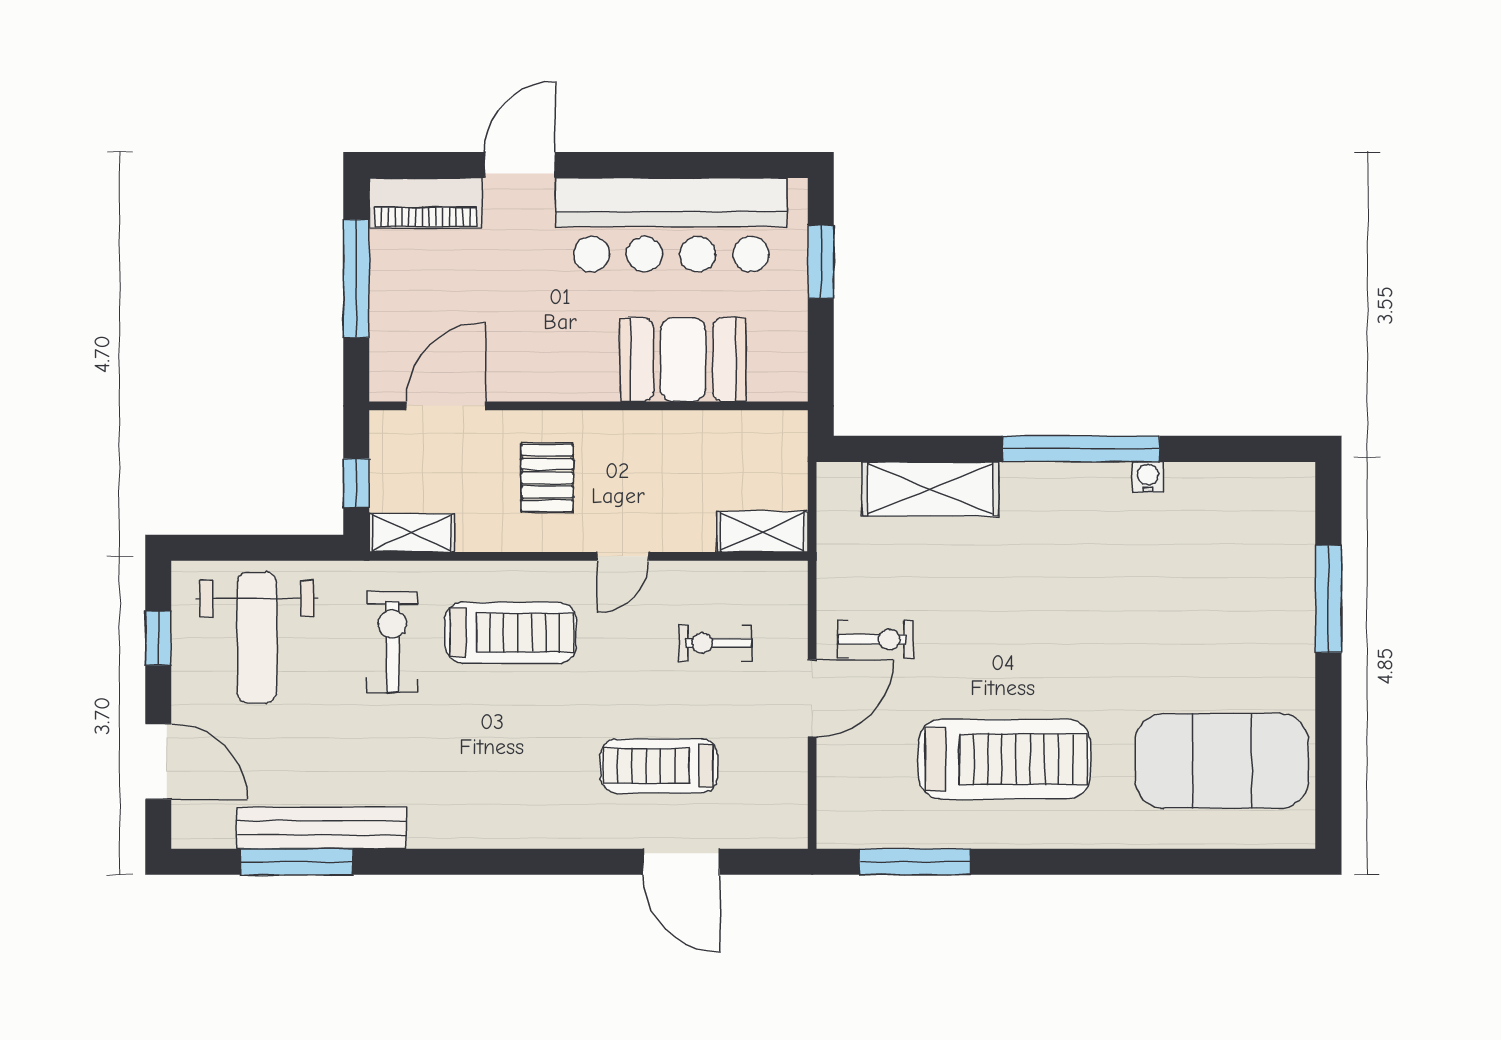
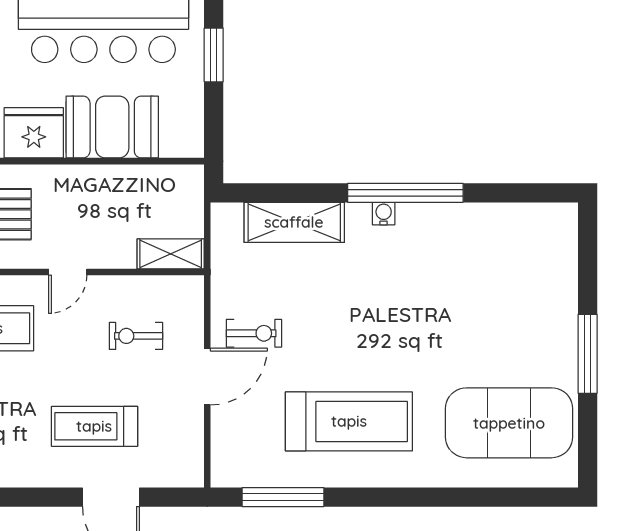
fridge: (577, 367) -> (34, 133), added
water cooler: (1148, 477) -> (384, 214), moved
window: (1328, 599) -> (588, 354), moved

